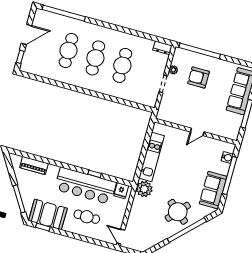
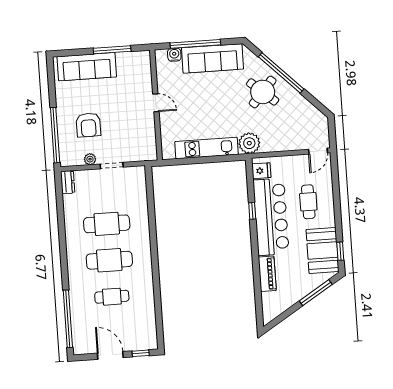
cafe table: (68, 50) -> (112, 297), width x0.73, depth x0.74
piano: (34, 165) -> (267, 274), moved
sofa: (213, 190) -> (212, 58), width x1.36

